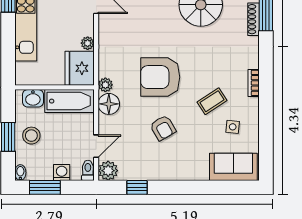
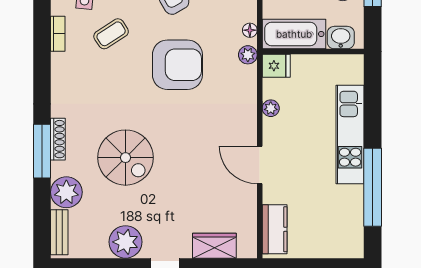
fridge: (80, 68) -> (276, 66), width x0.53, depth x0.75
bookcase: (254, 83) -> (58, 34), moved
floor lamp: (109, 104) -> (250, 30), width x0.53, depth x0.53

